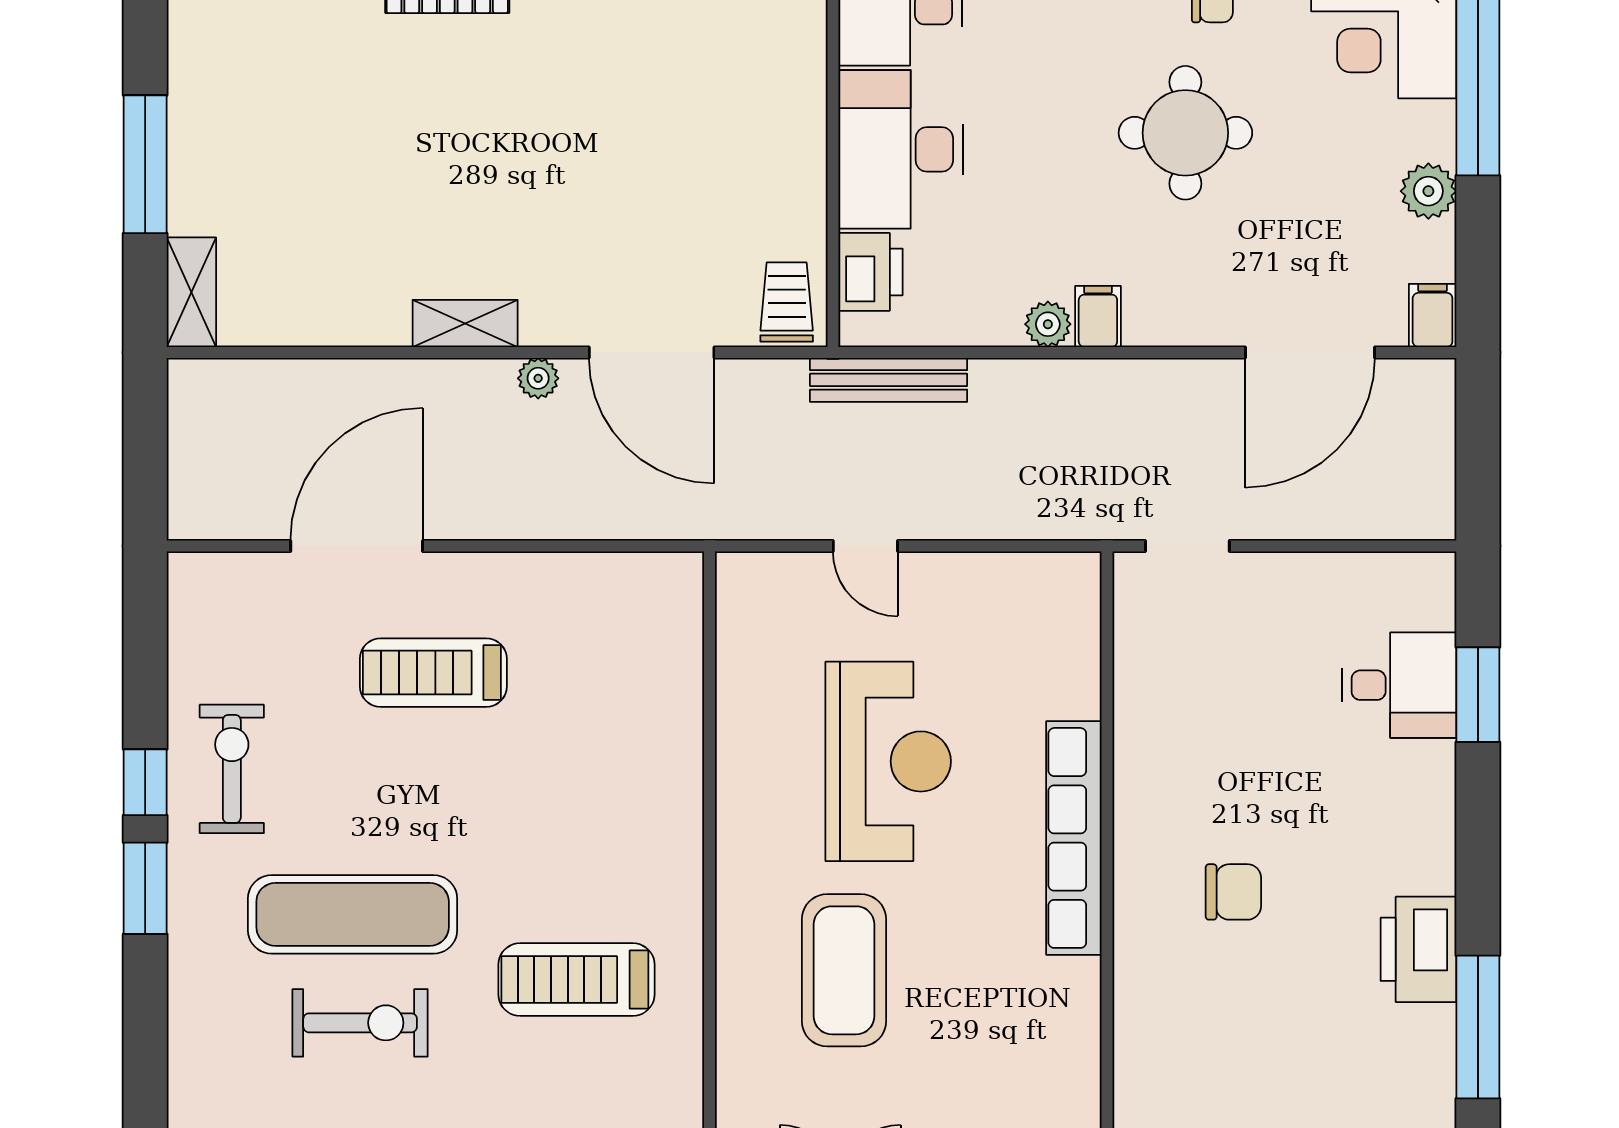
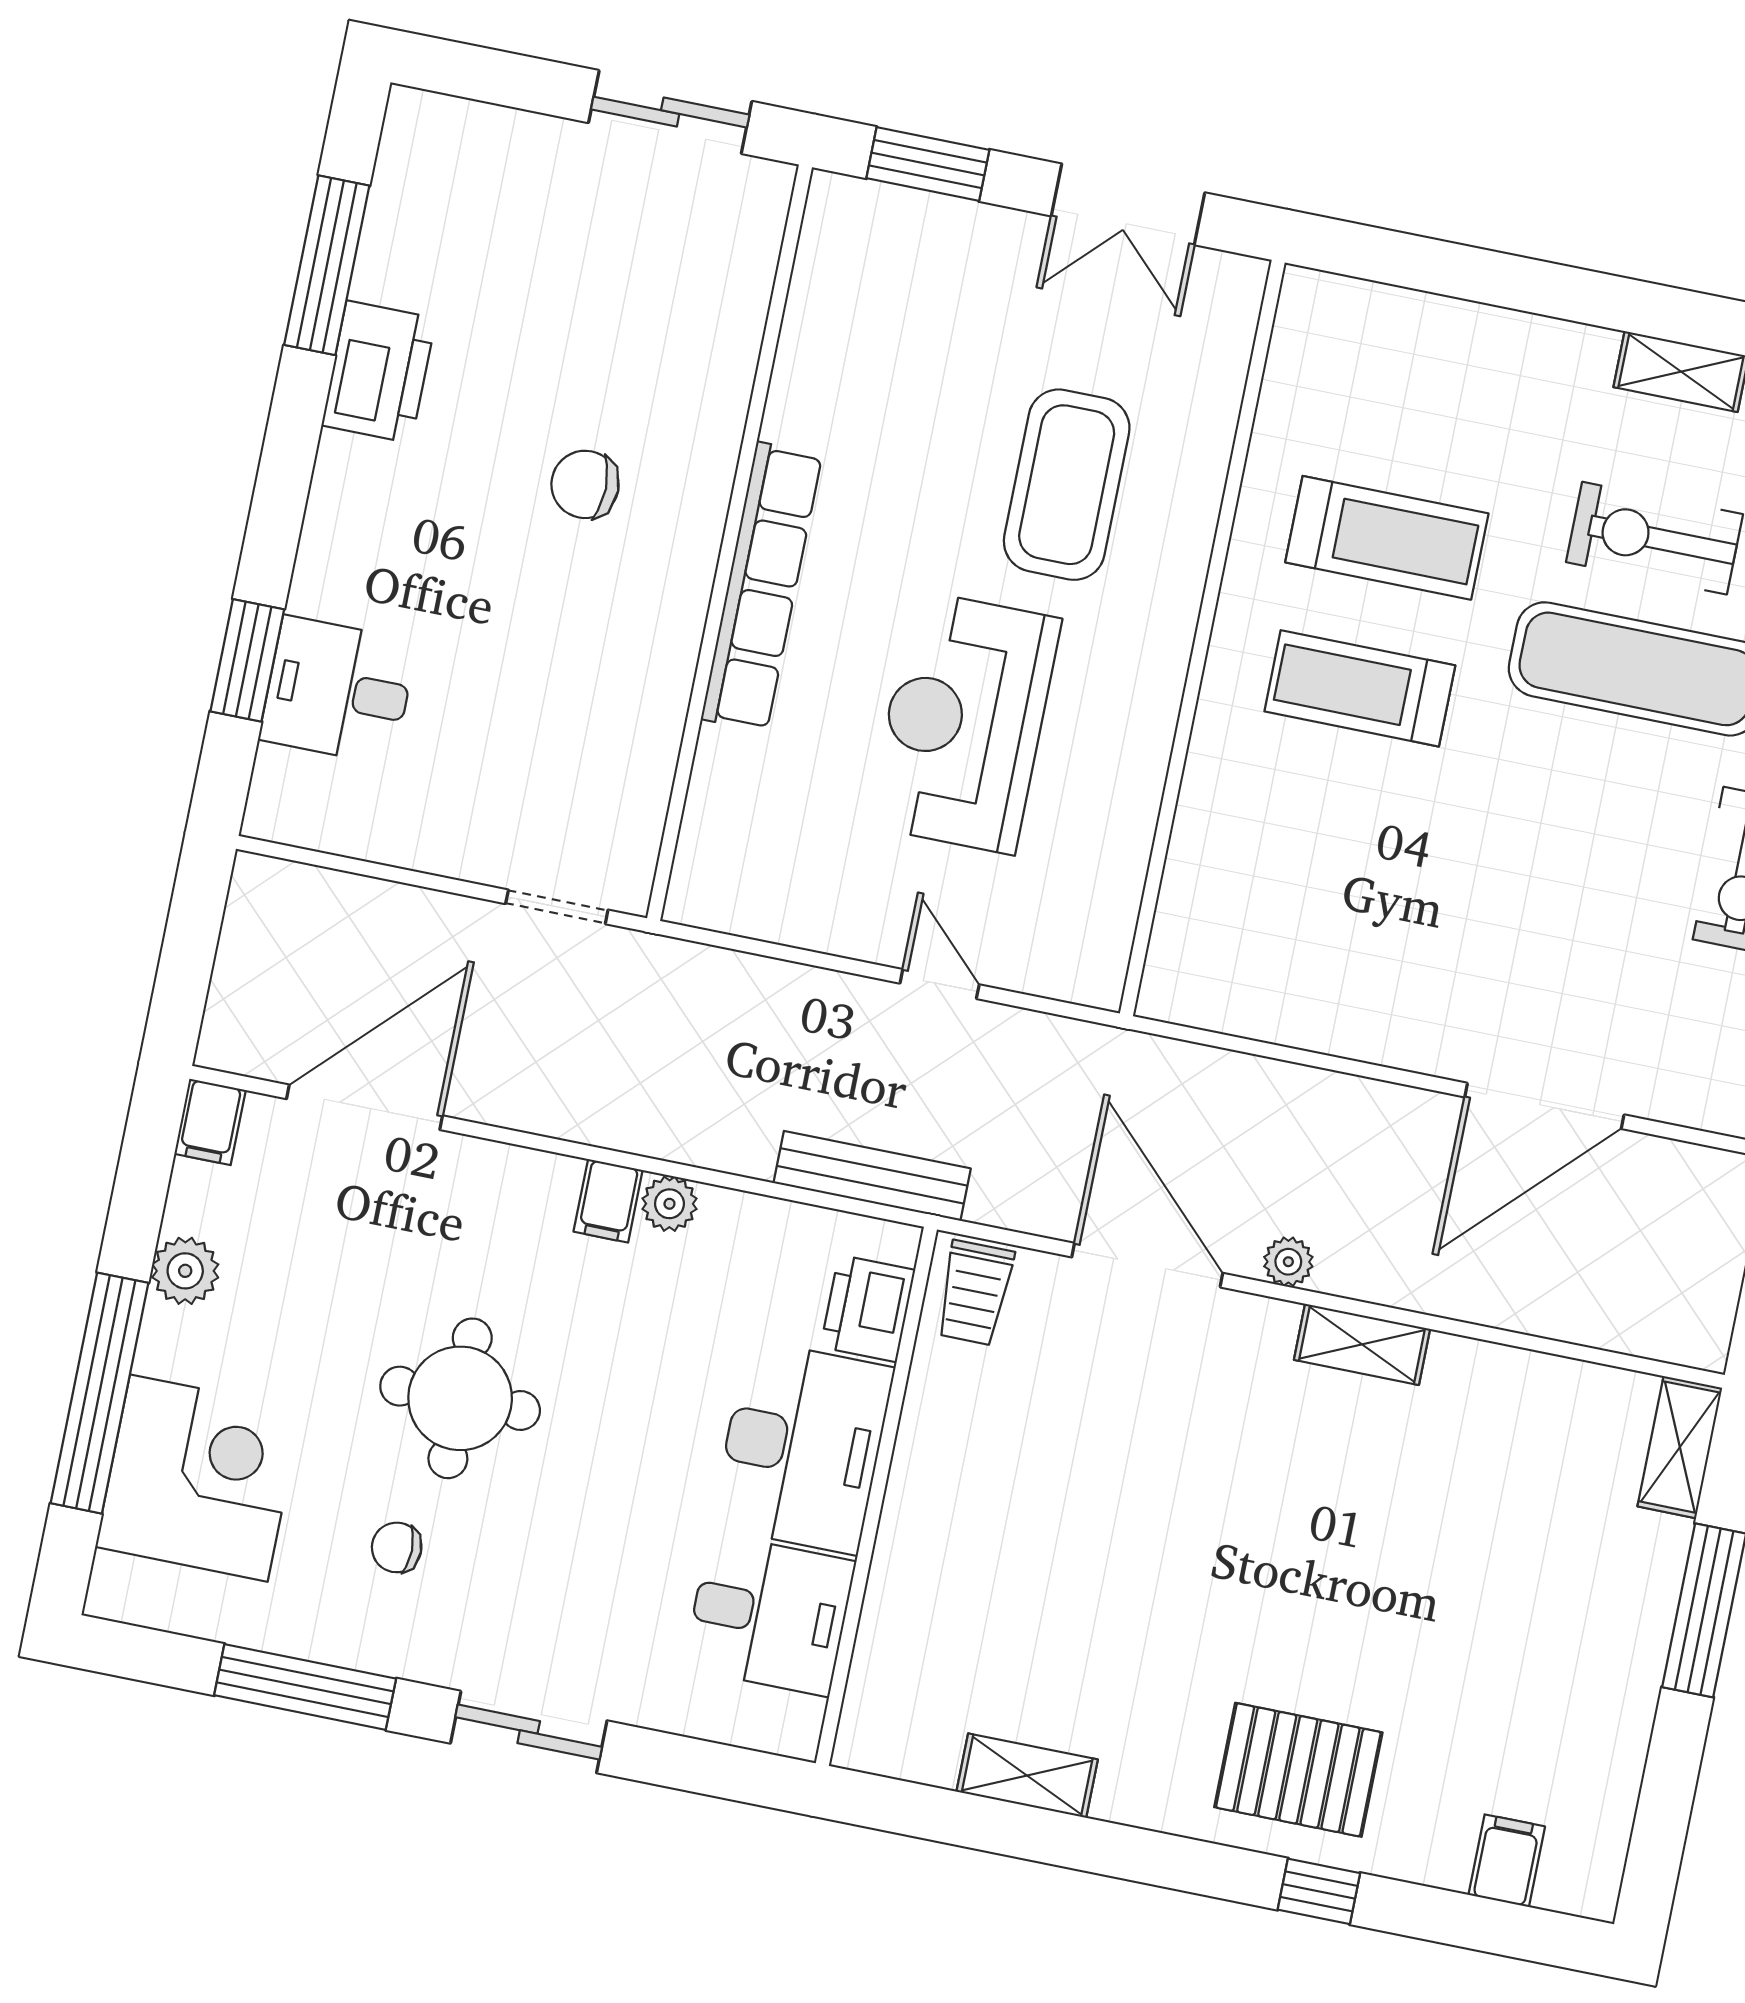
treadmill: (433, 673) -> (1360, 688), moved, turned 180

